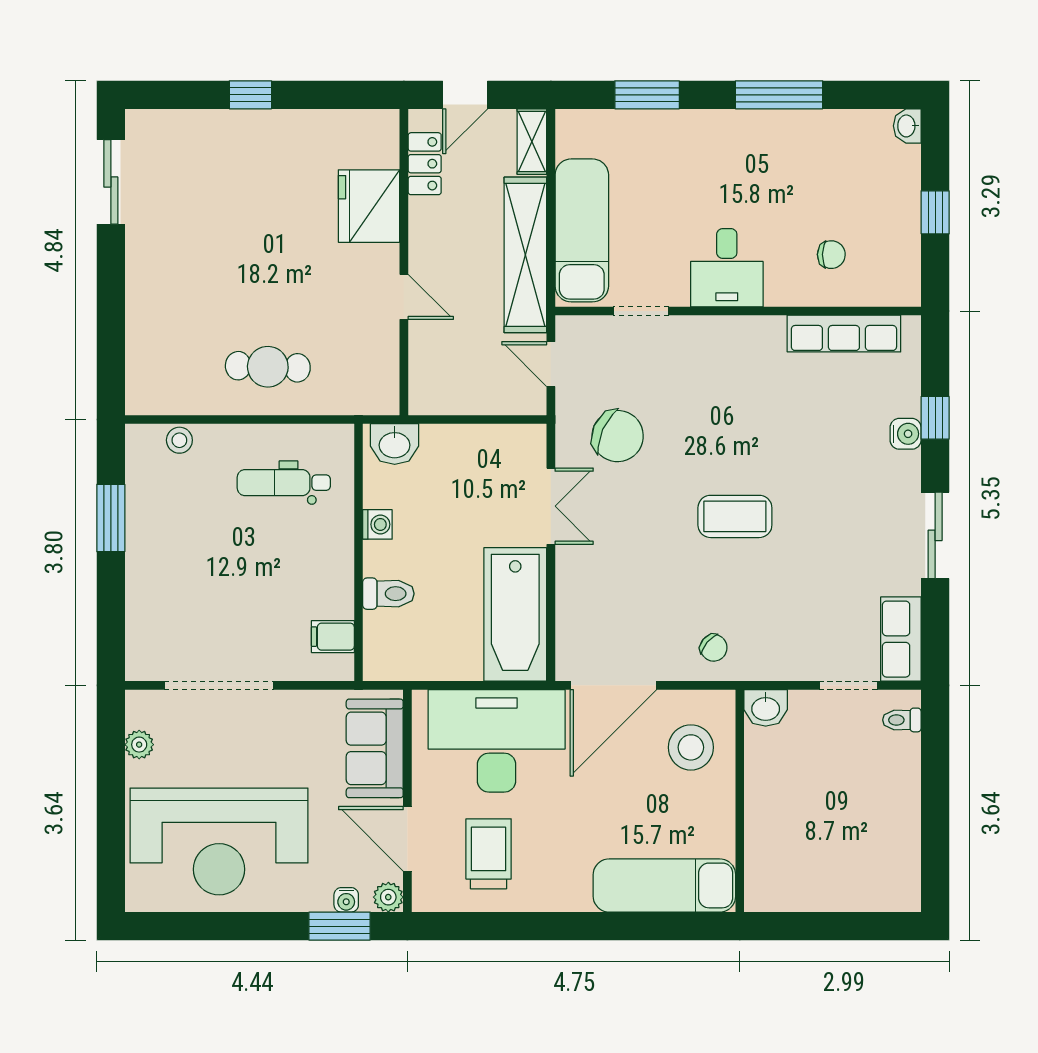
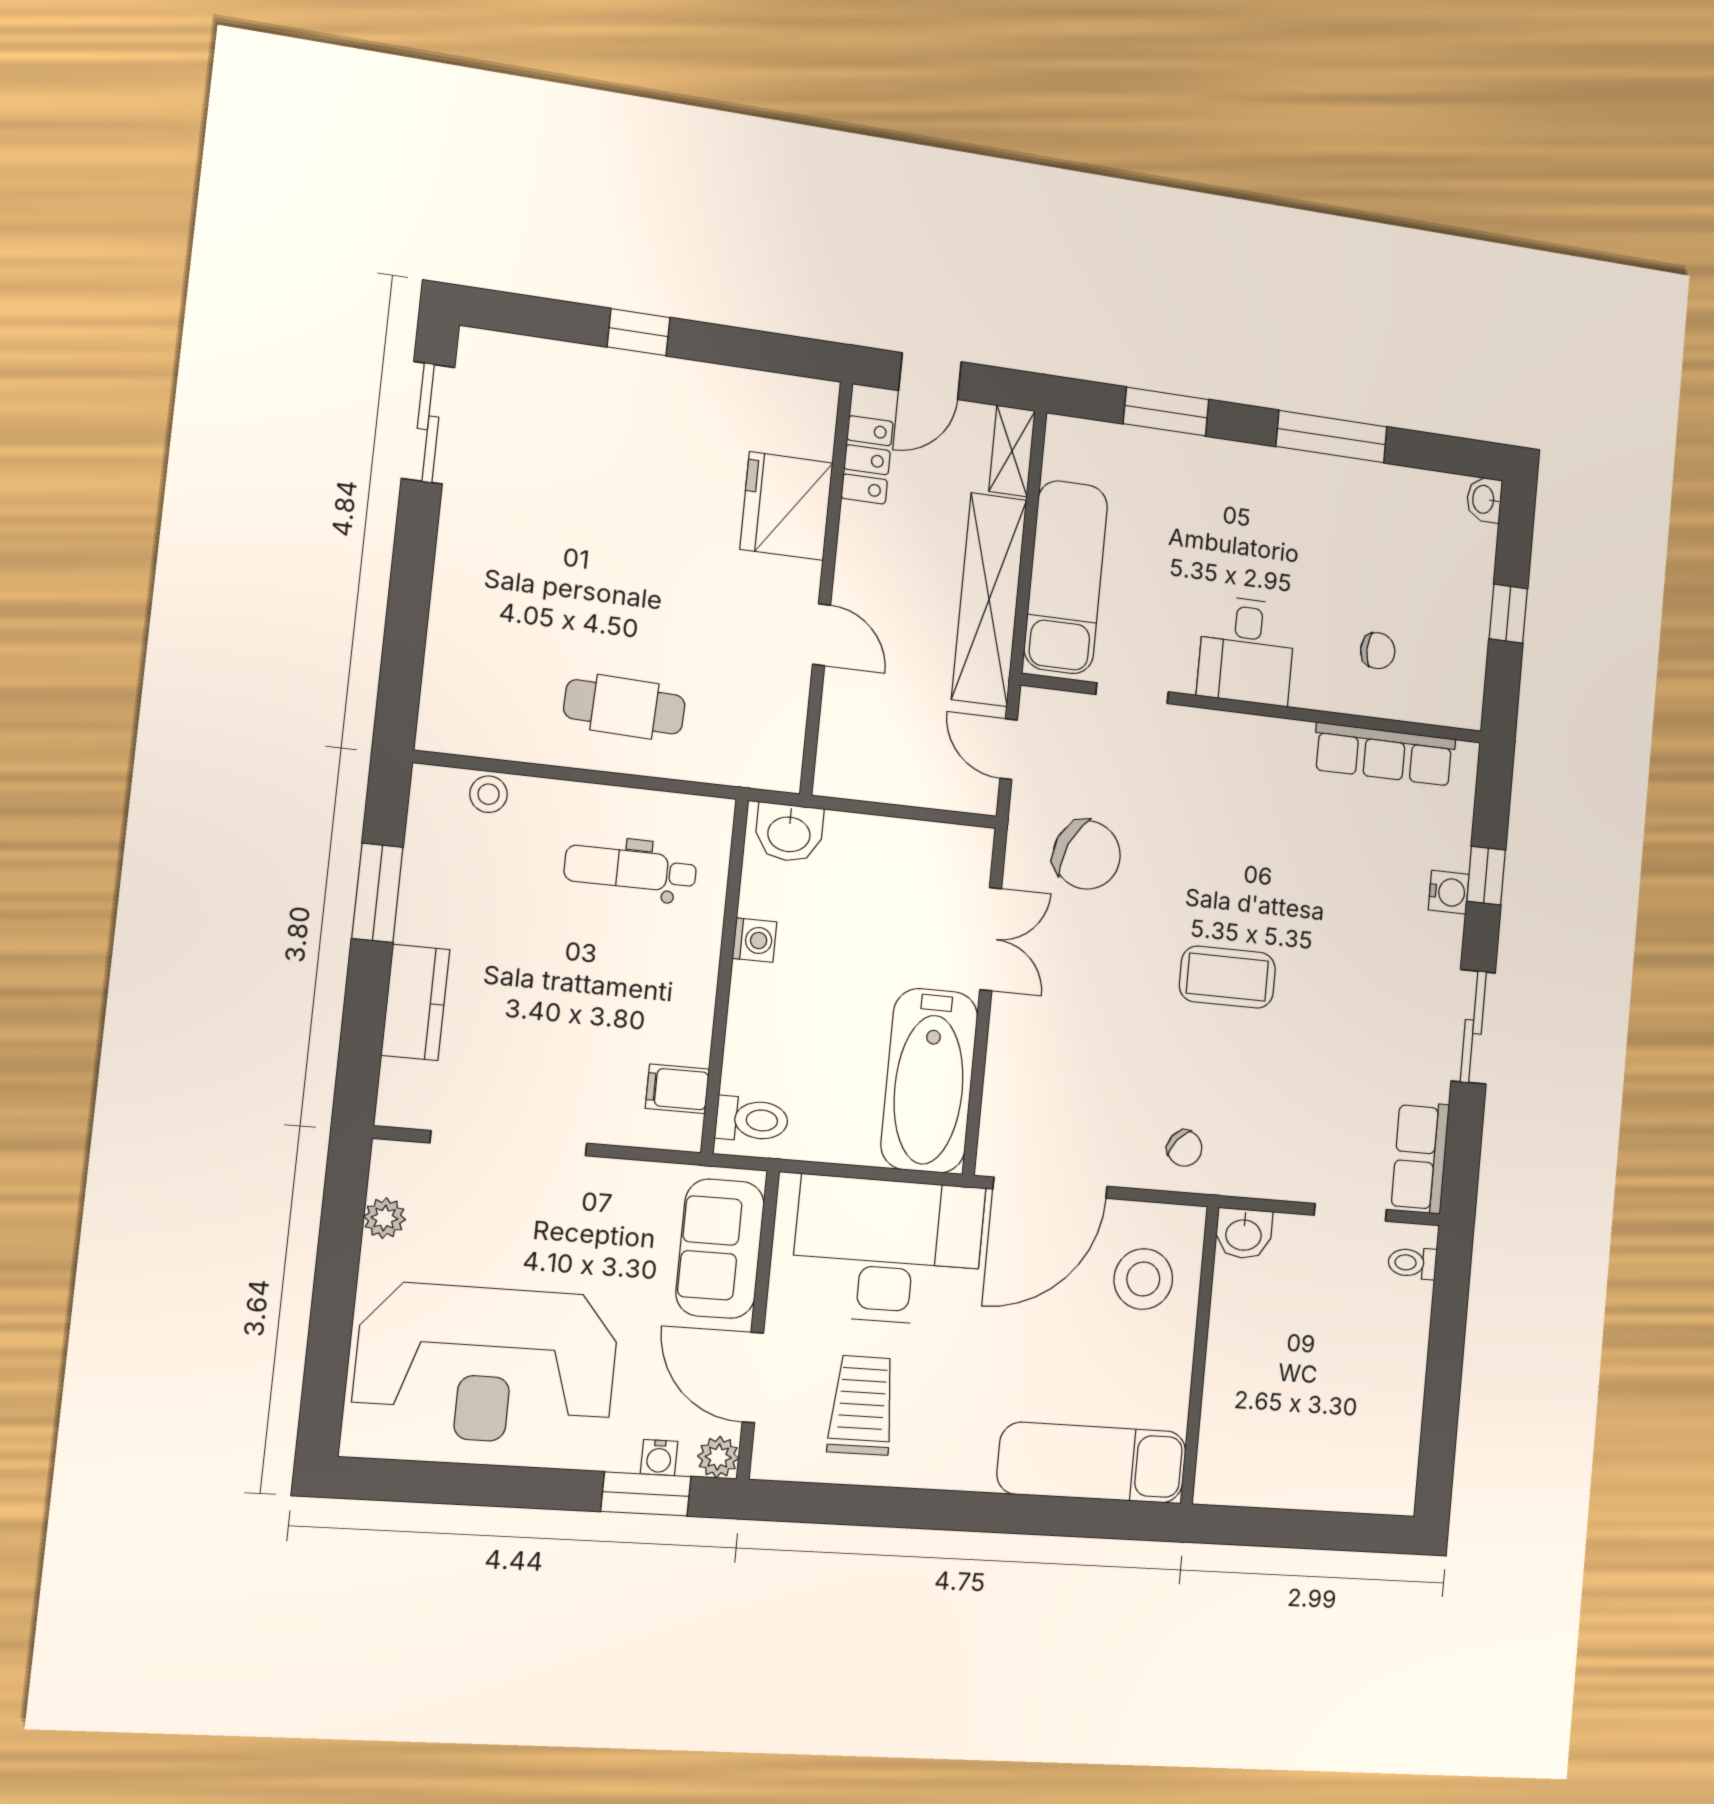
kitchen counter: (144, 592) -> (415, 1002), added
toilet: (388, 594) -> (752, 1120), moved

